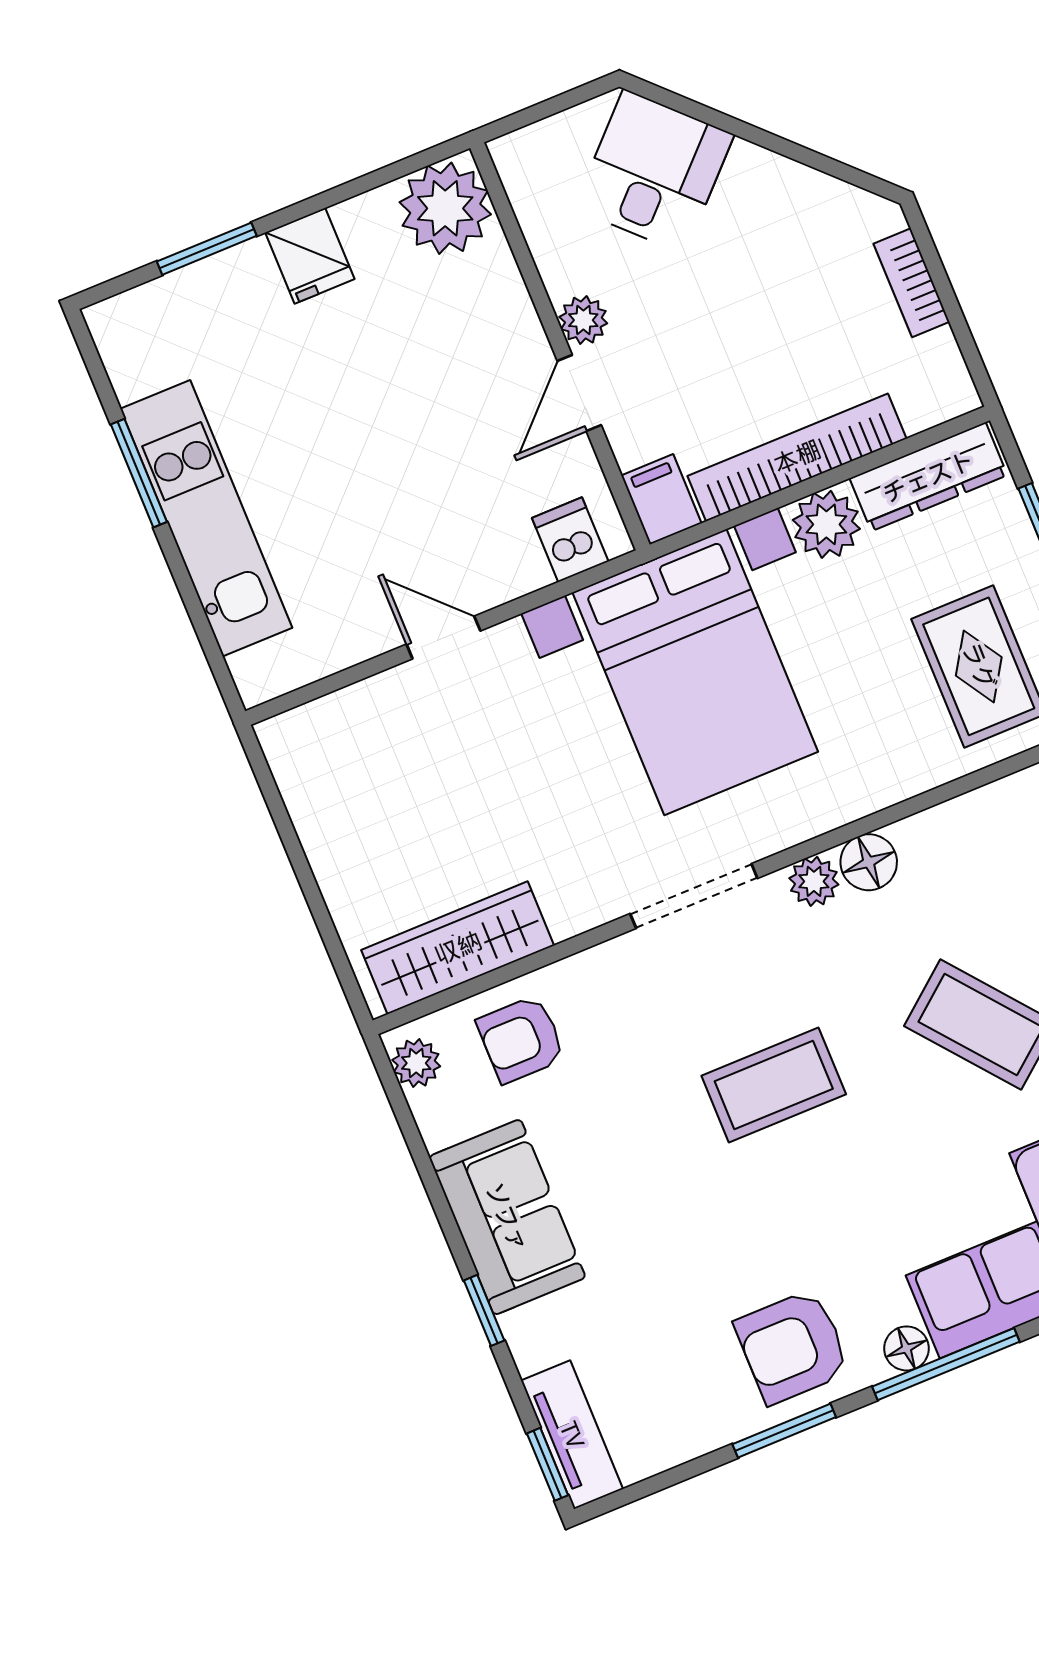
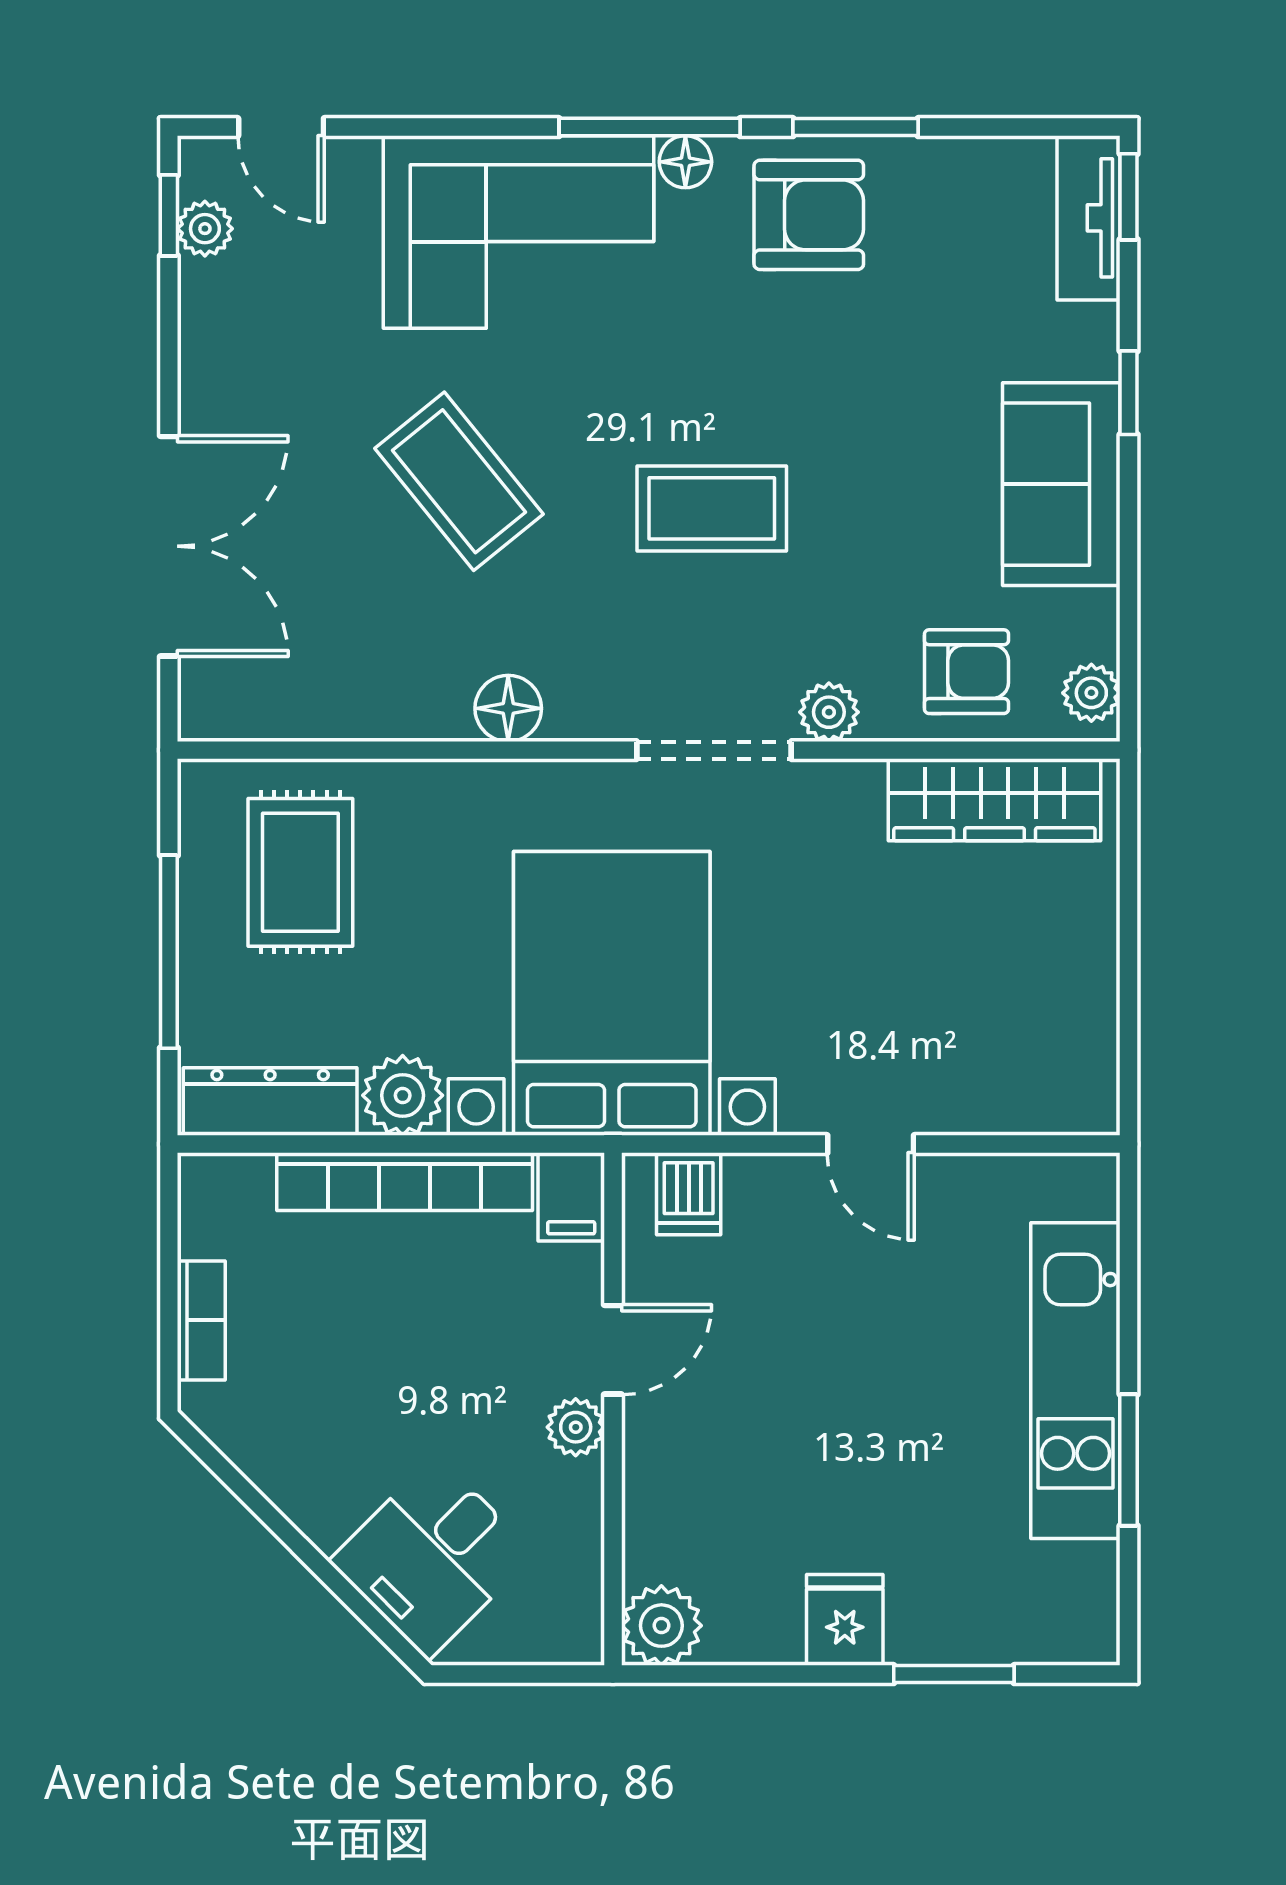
plant: (445, 208) -> (661, 1626), width x0.73, depth x0.73
plant: (814, 881) -> (829, 712), moved

